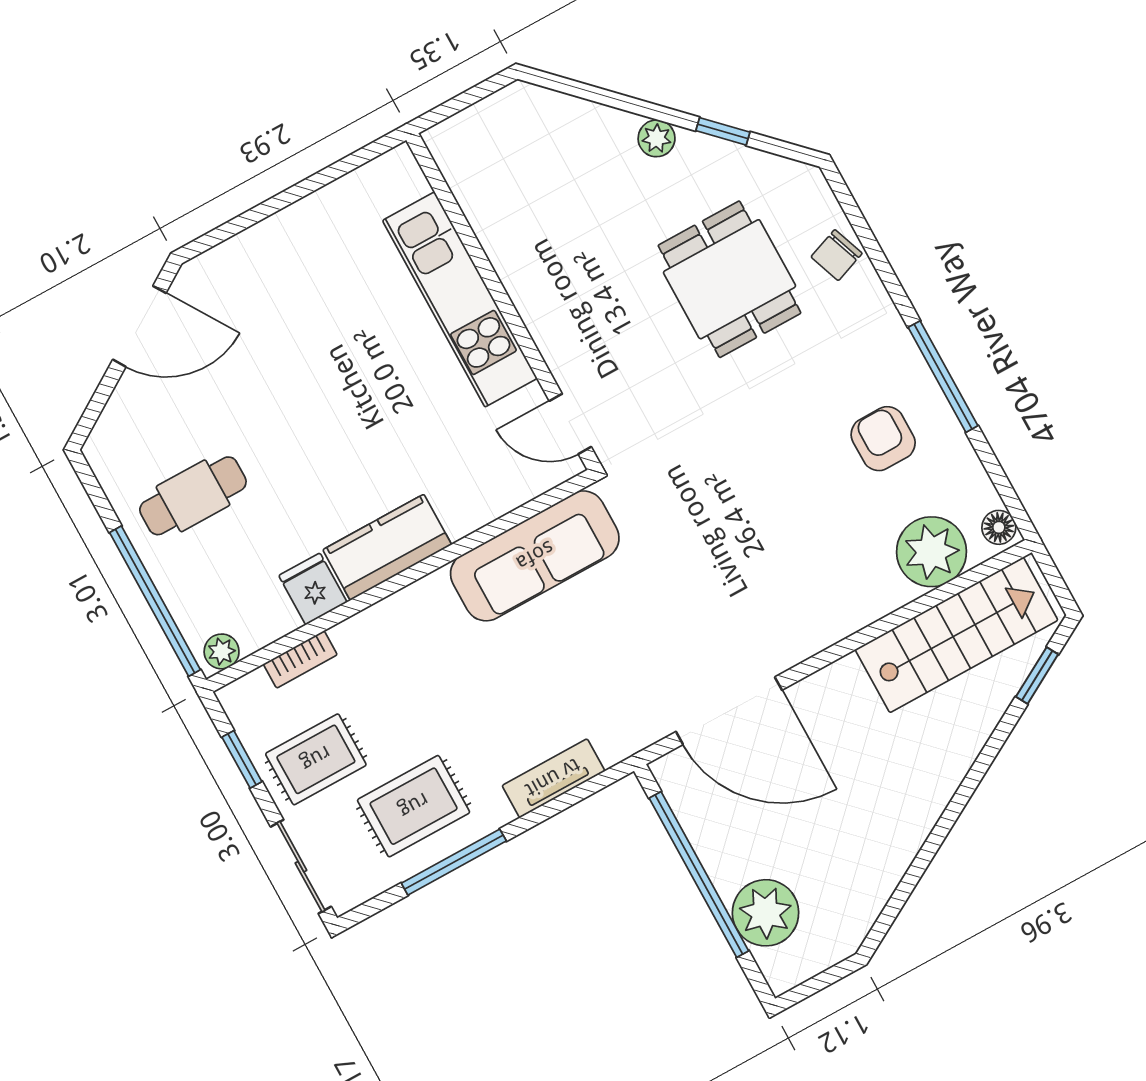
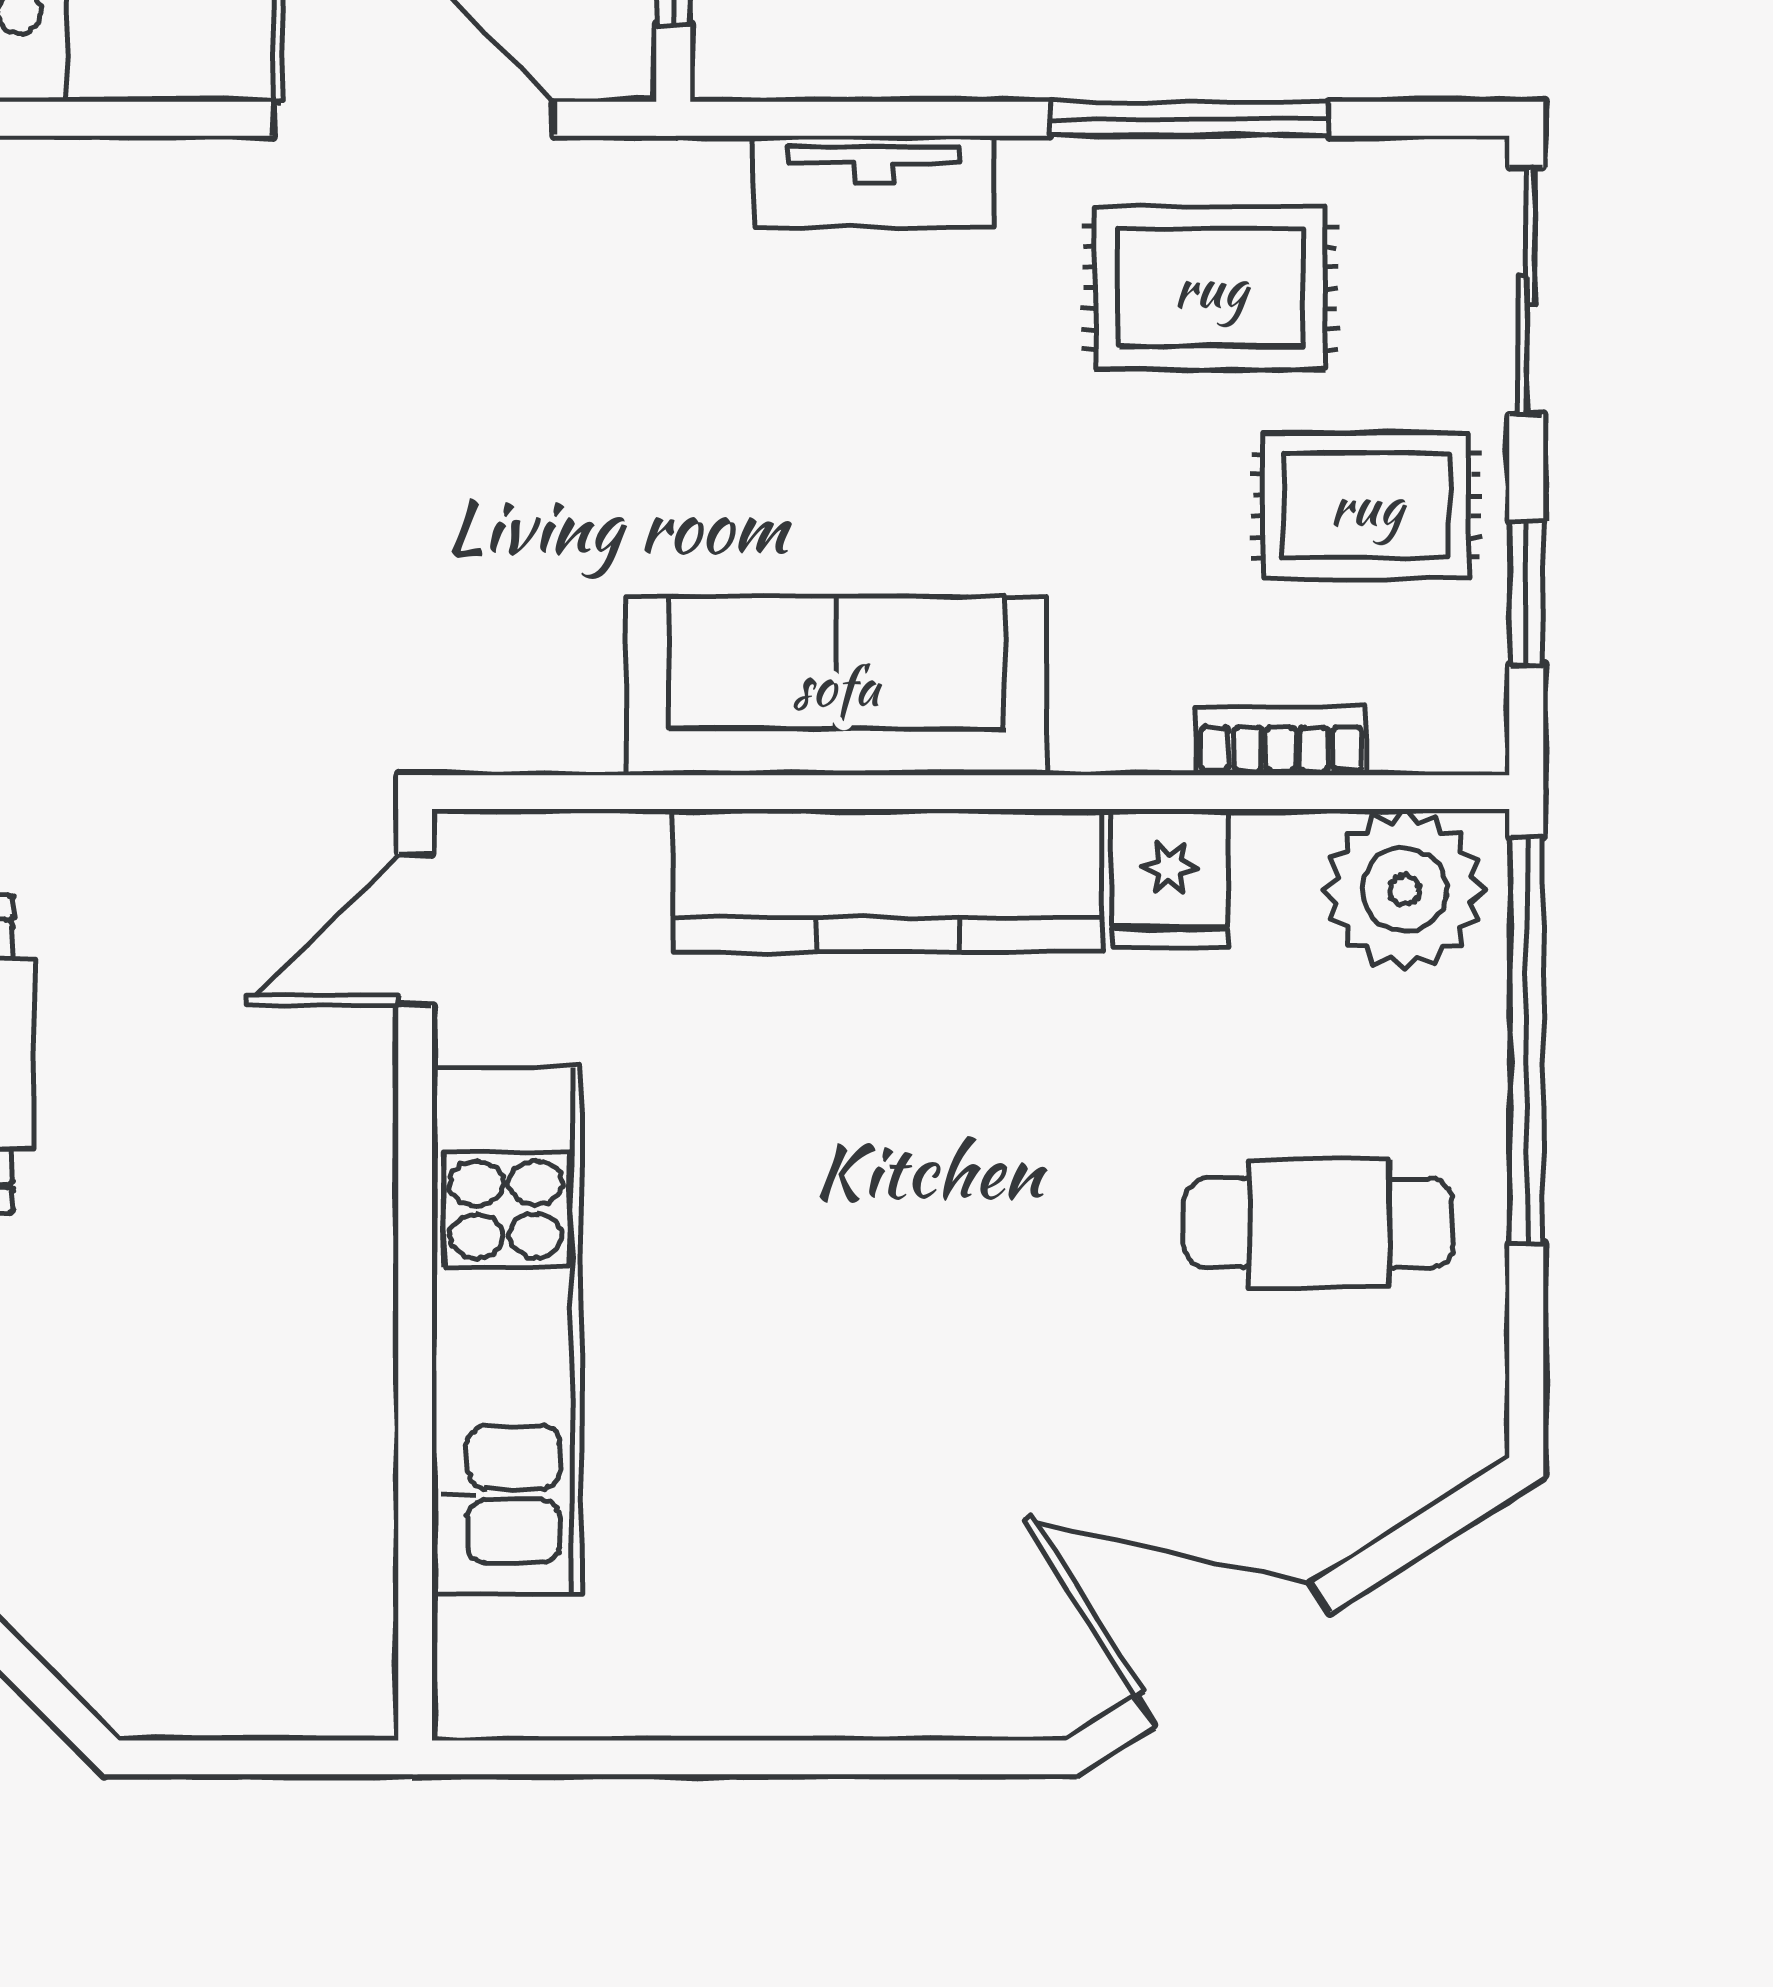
door: (570, 424) -> (415, 930), swing flipped
kitchen counter: (387, 547) -> (887, 881), width x1.50
sofa: (535, 556) -> (836, 686), moved
plant: (222, 651) -> (1404, 890), width x1.88, depth x1.88

